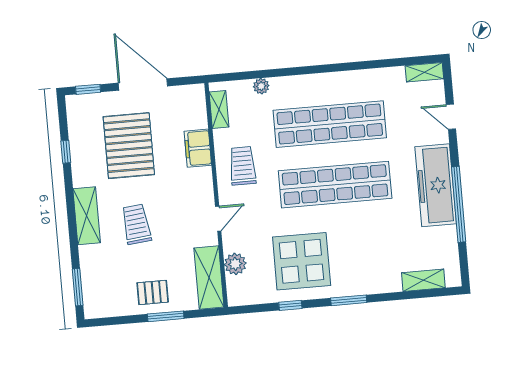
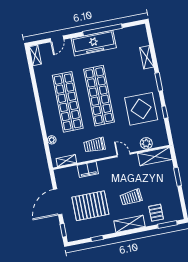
shelving: (423, 280) -> (147, 57), moved
pallet: (153, 292) -> (156, 213), moved

